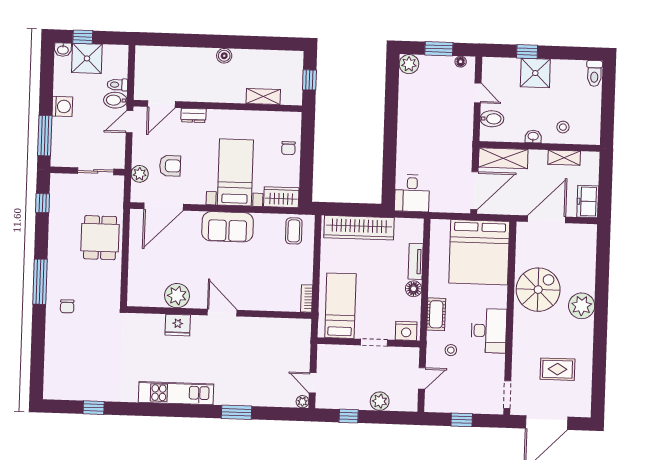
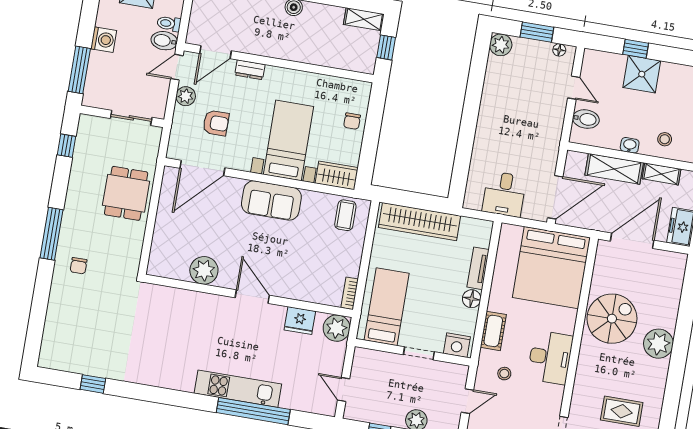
shelving: (263, 97) -> (364, 19), moved
shelving: (503, 158) -> (614, 169), moved
plant: (140, 174) -> (186, 96), moved
desk: (412, 193) -> (504, 194), moved
fridge: (178, 325) -> (300, 321), moved
kitchen unit: (176, 393) -> (238, 389), moved
plant: (302, 402) -> (337, 328), moved, width x1.88, depth x1.88
window: (237, 412) -> (253, 411), width x2.11

